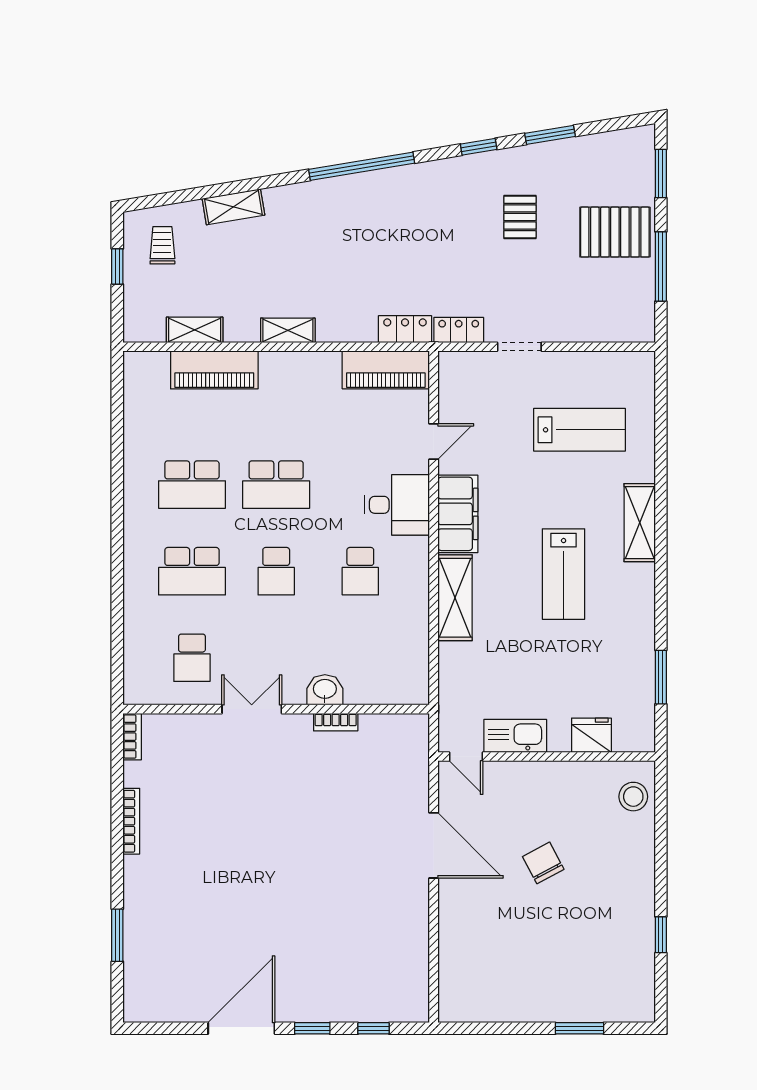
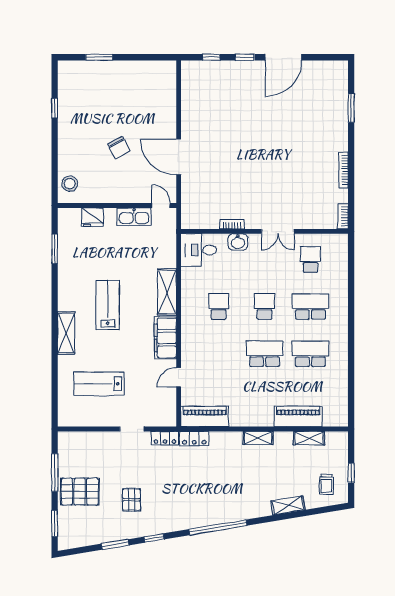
desk: (397, 505) -> (199, 250), moved

